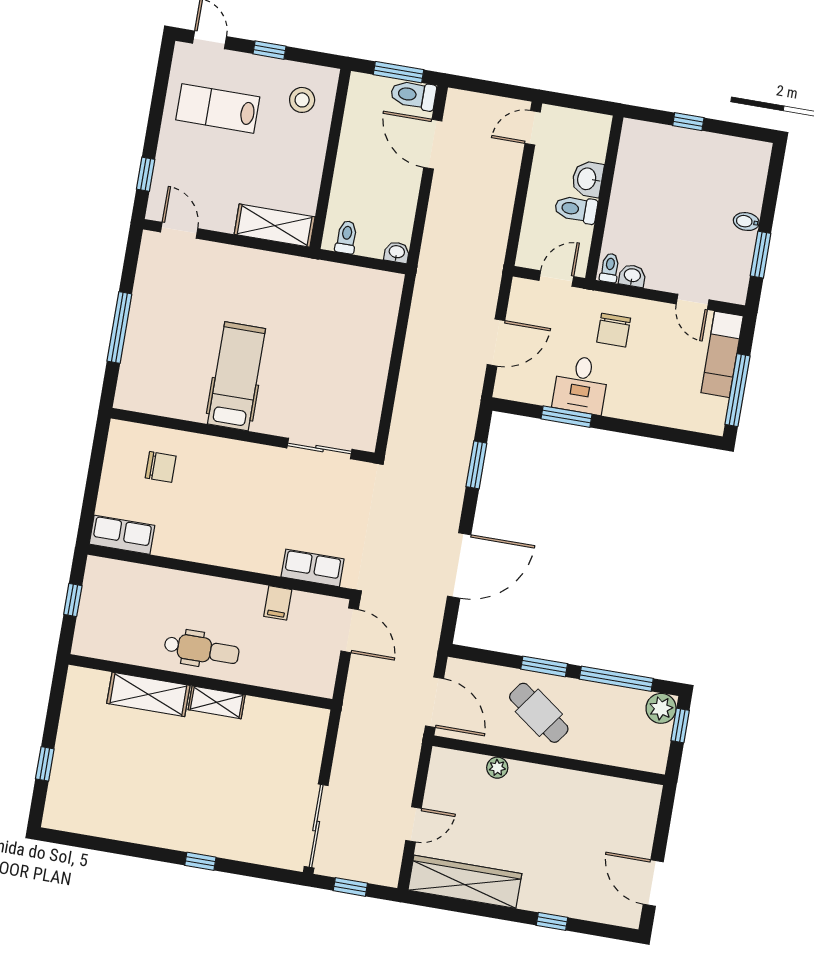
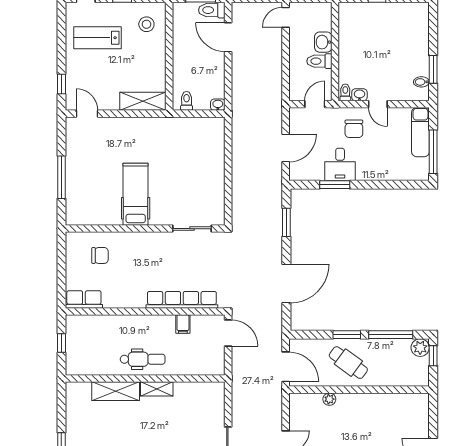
bidet: (746, 222) -> (421, 82), moved
door: (693, 302) -> (378, 104), moved
row of seats: (313, 568) -> (182, 300), width x2.02

